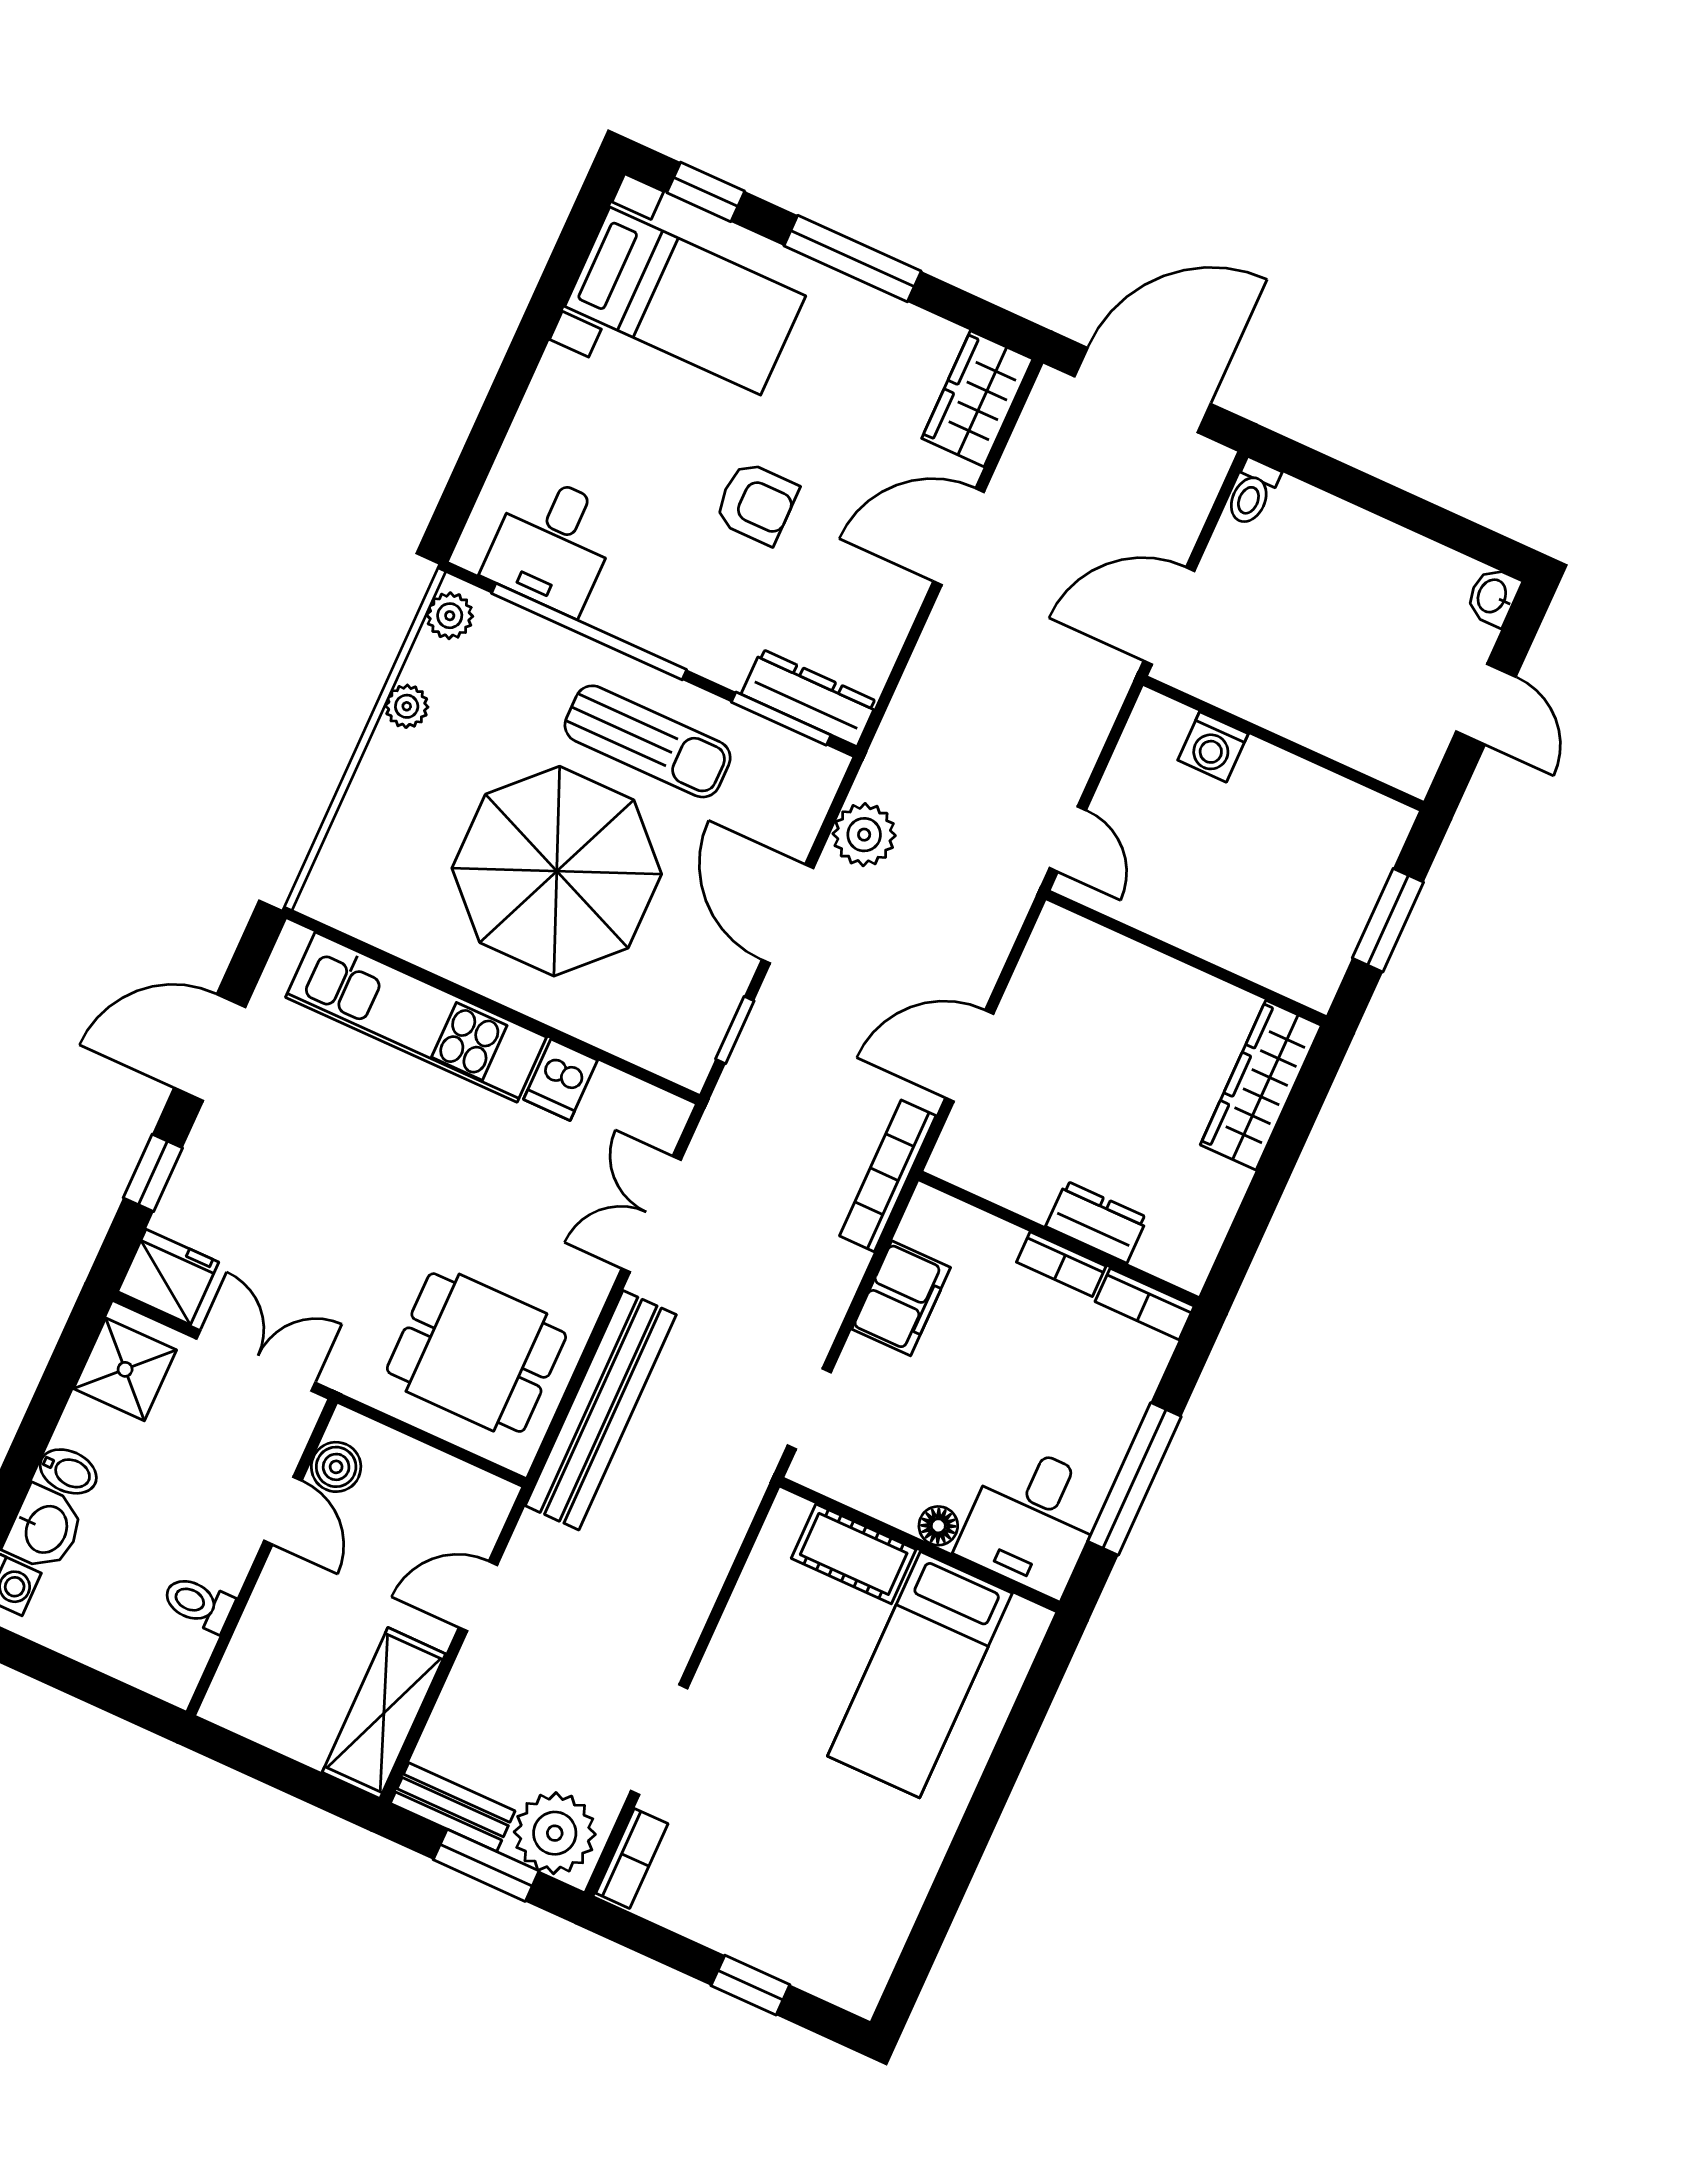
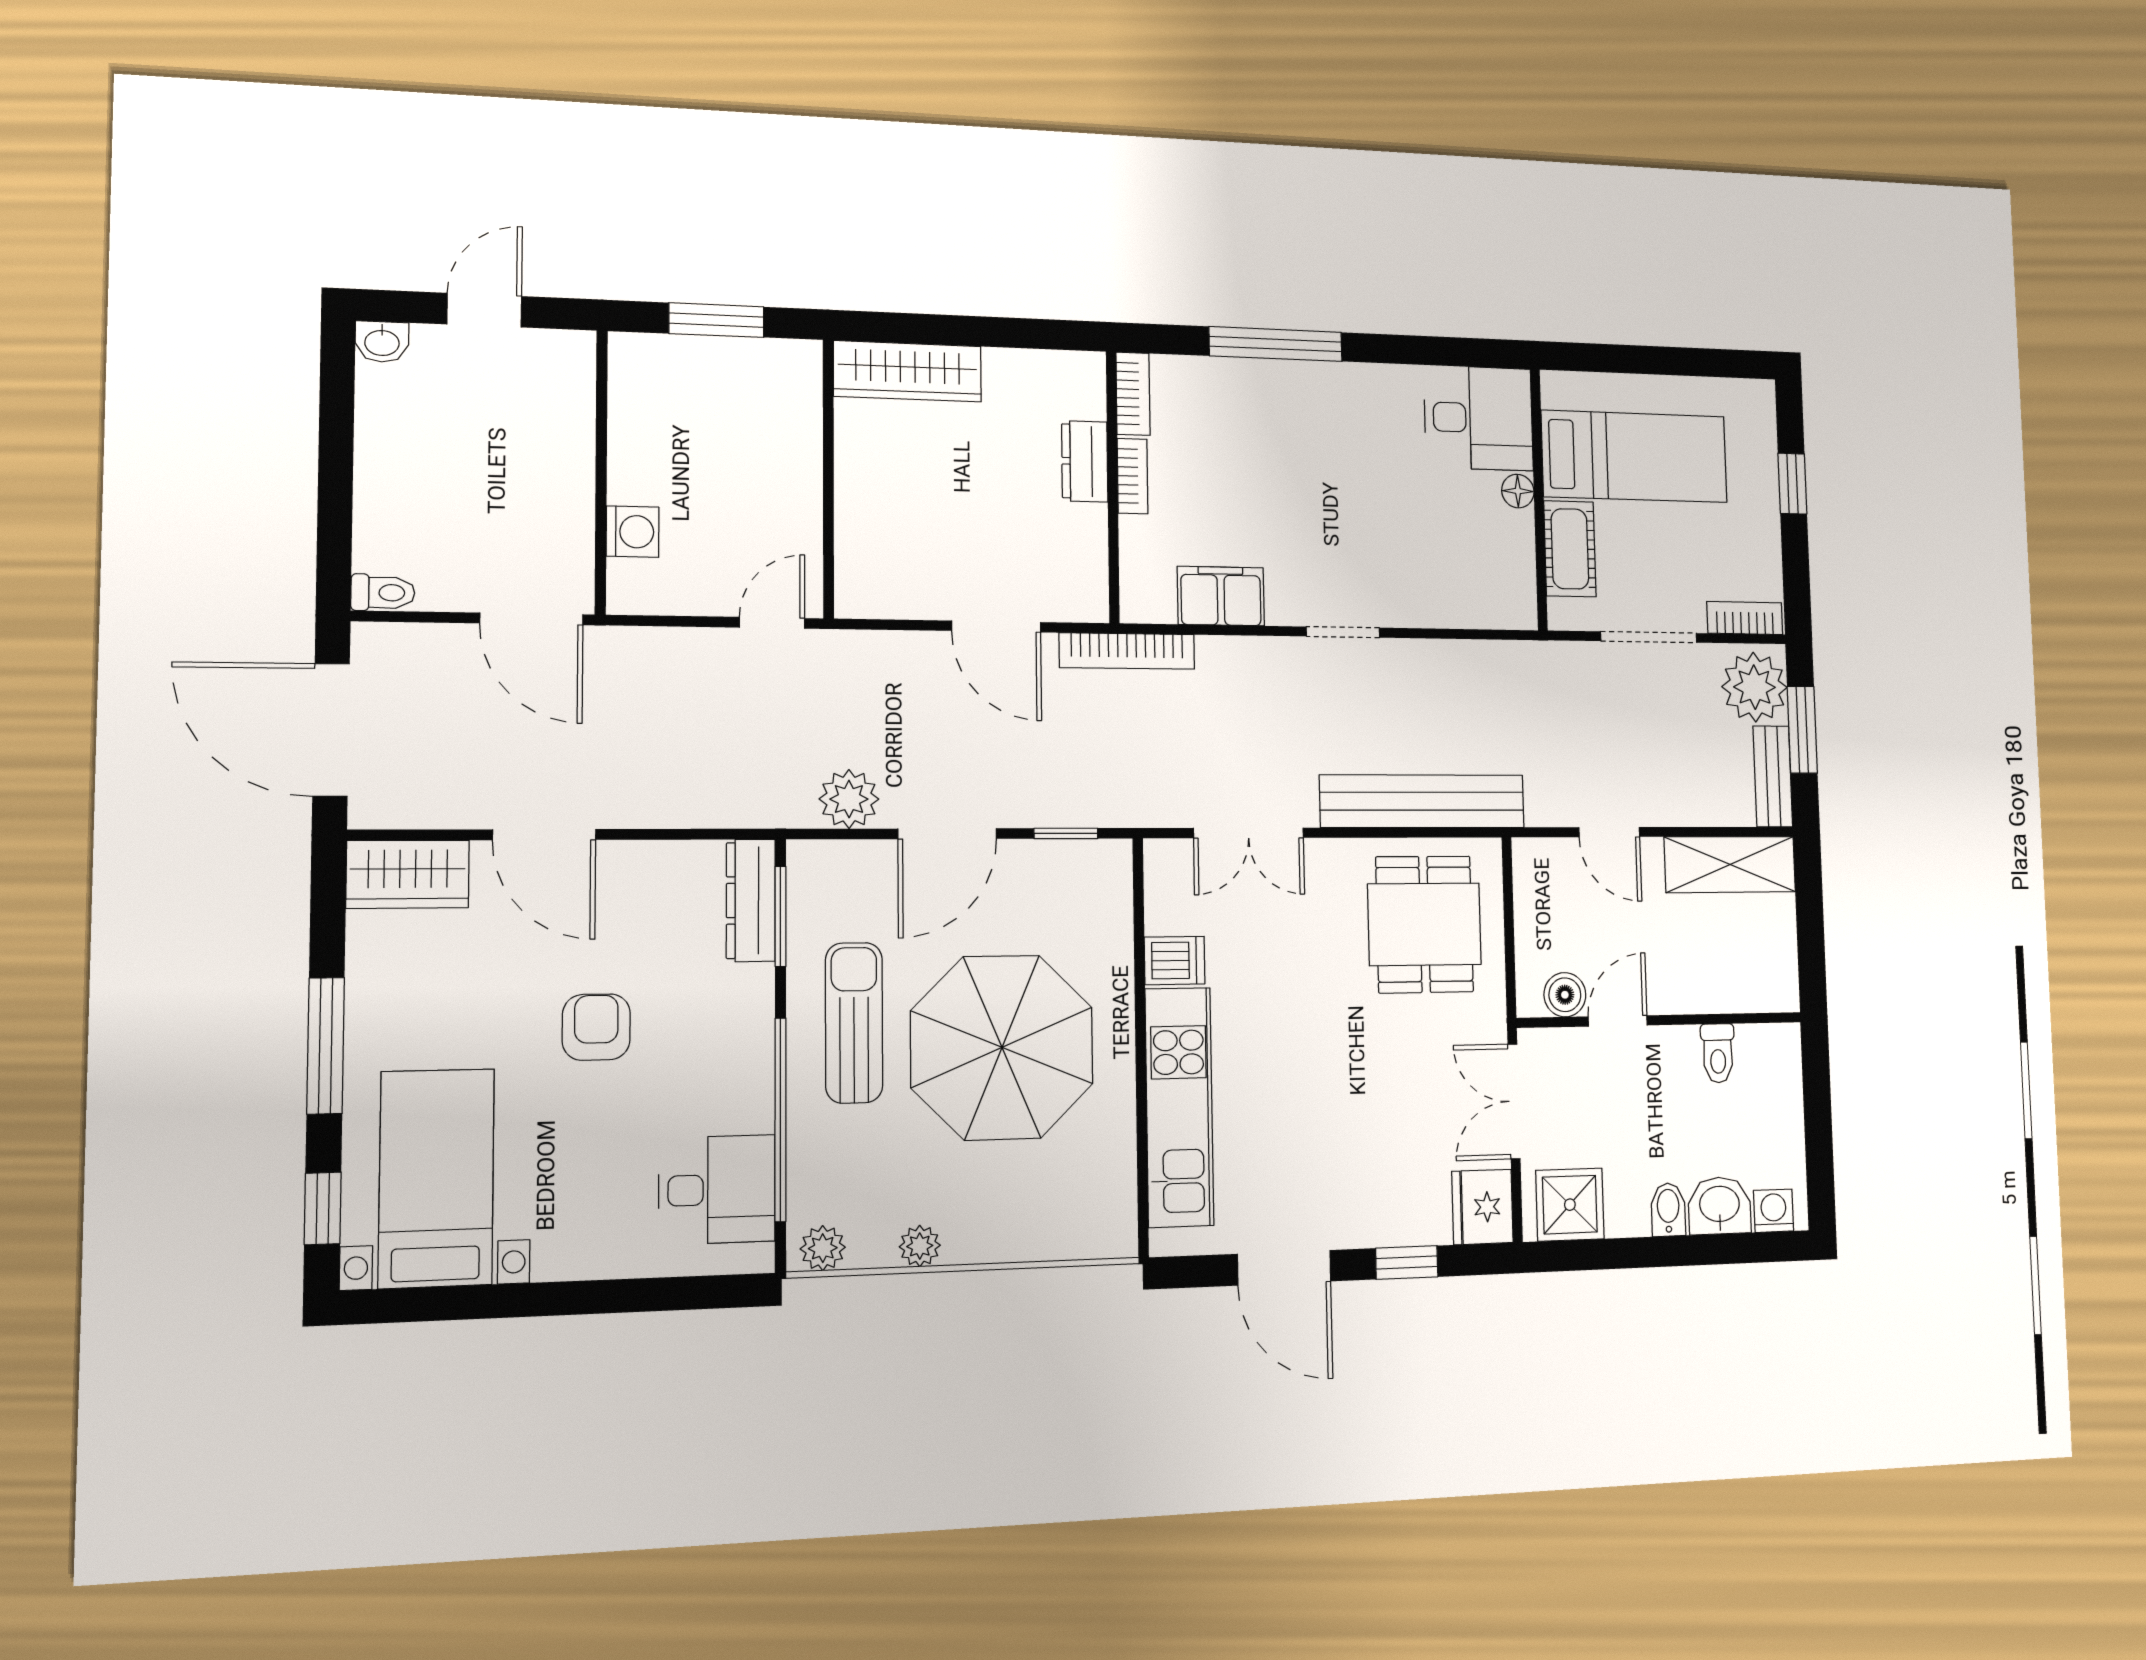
desk: (1032, 1520) -> (1479, 418), moved
floor lamp: (938, 1526) -> (1518, 491), moved
wall: (920, 1545) -> (1539, 499), moved
cot: (854, 1554) -> (1570, 549), moved
bed: (920, 1675) -> (1634, 456), moved

